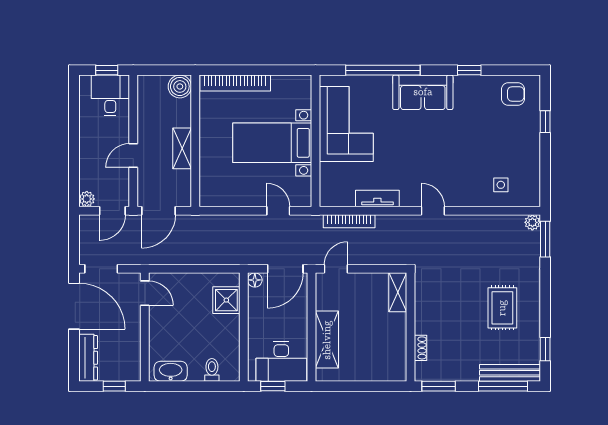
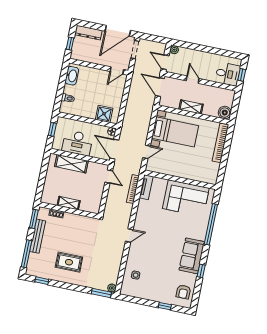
sofa: (423, 92) -> (192, 256), moved
bed with nightstands: (272, 143) -> (175, 132), moved, turned 90
tv unit: (377, 199) -> (146, 187), moved
shelving: (398, 292) -> (69, 203), moved
desk: (281, 361) -> (77, 143), moved, turned -90
bench: (510, 373) -> (38, 236), moved

